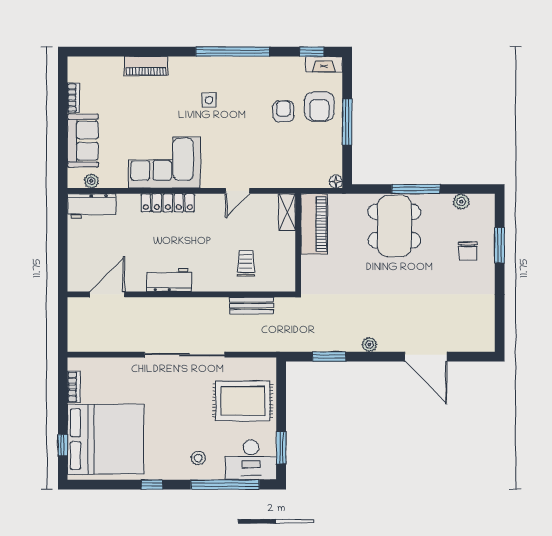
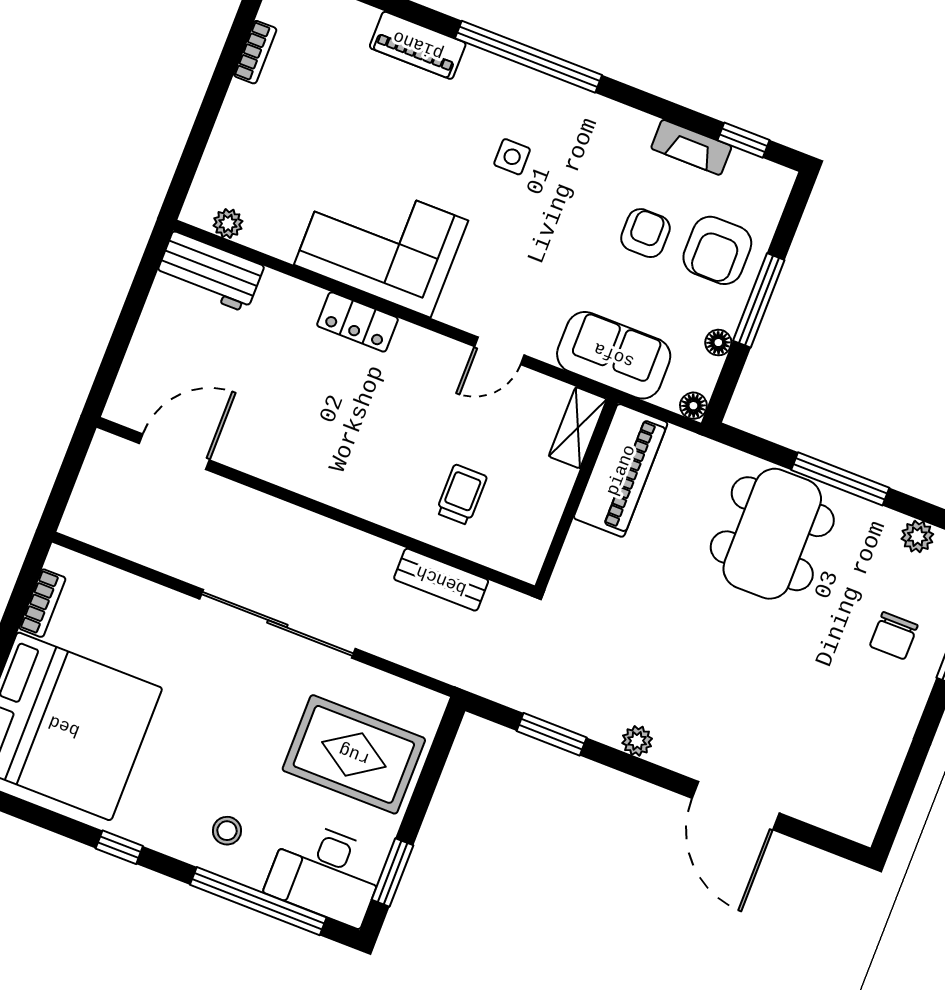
window: (233, 52) -> (528, 57), moved
fireplace: (324, 64) -> (691, 147), moved
sofa: (83, 141) -> (614, 355), moved, turned -90
floor lamp: (336, 148) -> (718, 343), added
locker: (168, 203) -> (357, 322), width x0.66
workbench: (169, 280) -> (303, 470), removed

